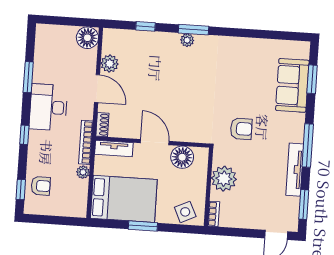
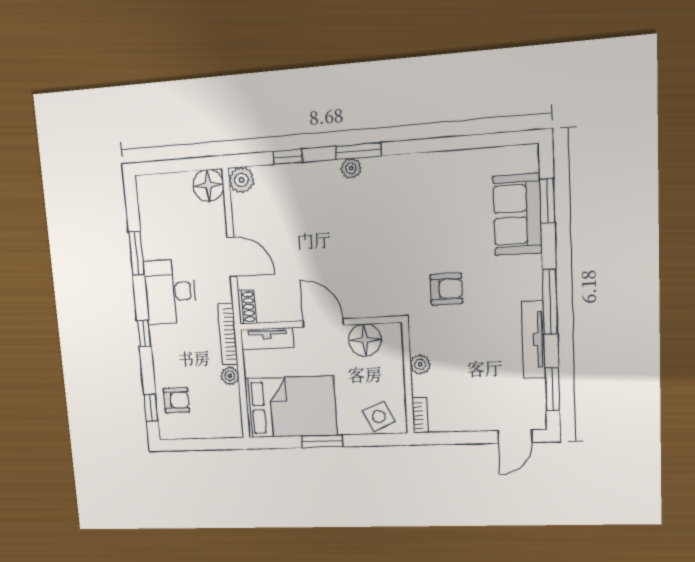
plant: (110, 64) -> (242, 180), moved
plant: (224, 179) -> (420, 364), width x0.53, depth x0.53

